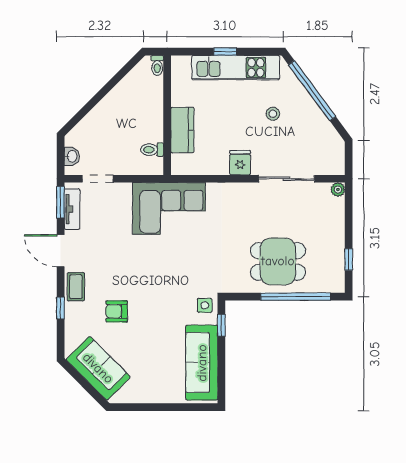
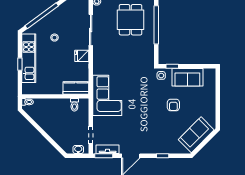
kitchen counter: (182, 130) -> (76, 88), moved
dining table: (278, 261) -> (131, 20), moved
coffee table: (76, 287) -> (151, 147), removed
armchair: (117, 311) -> (173, 105), moved
sofa: (202, 363) -> (187, 77), width x0.73

